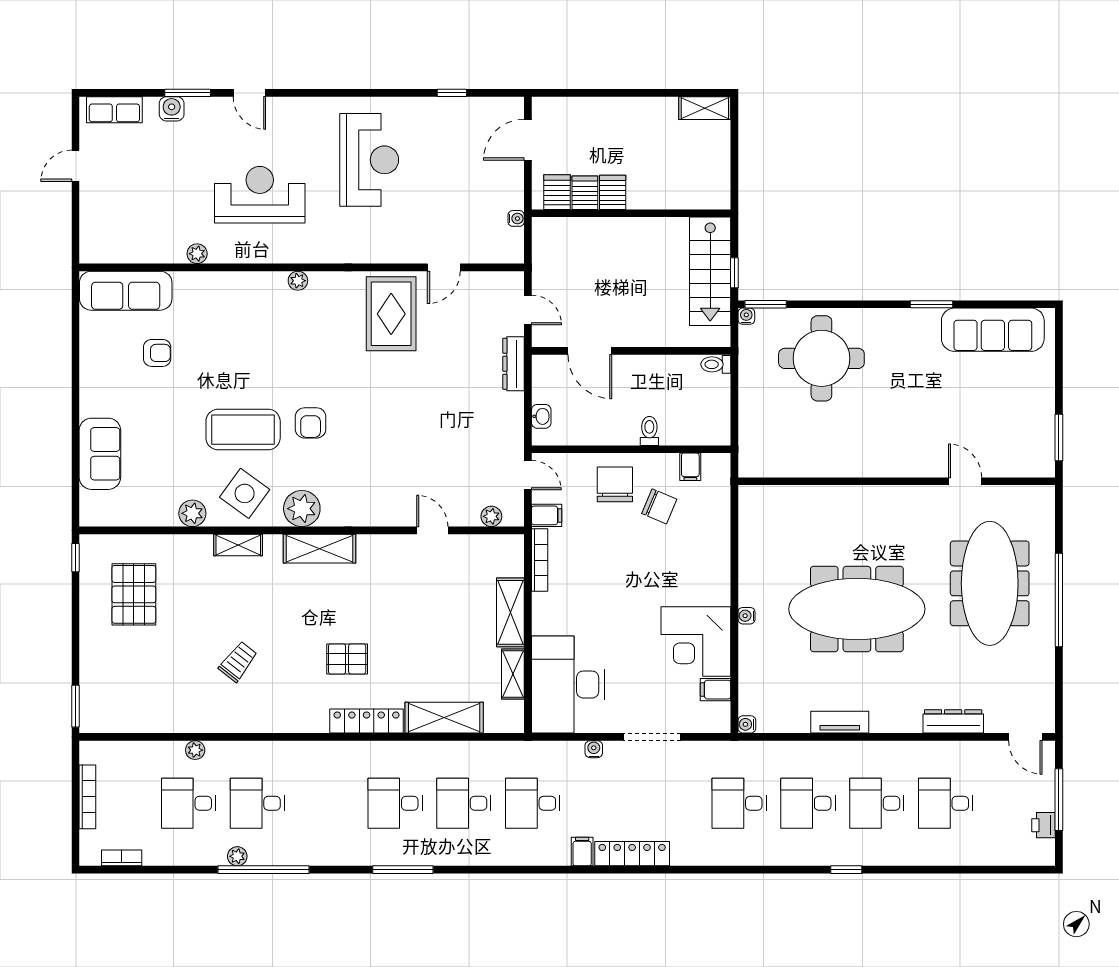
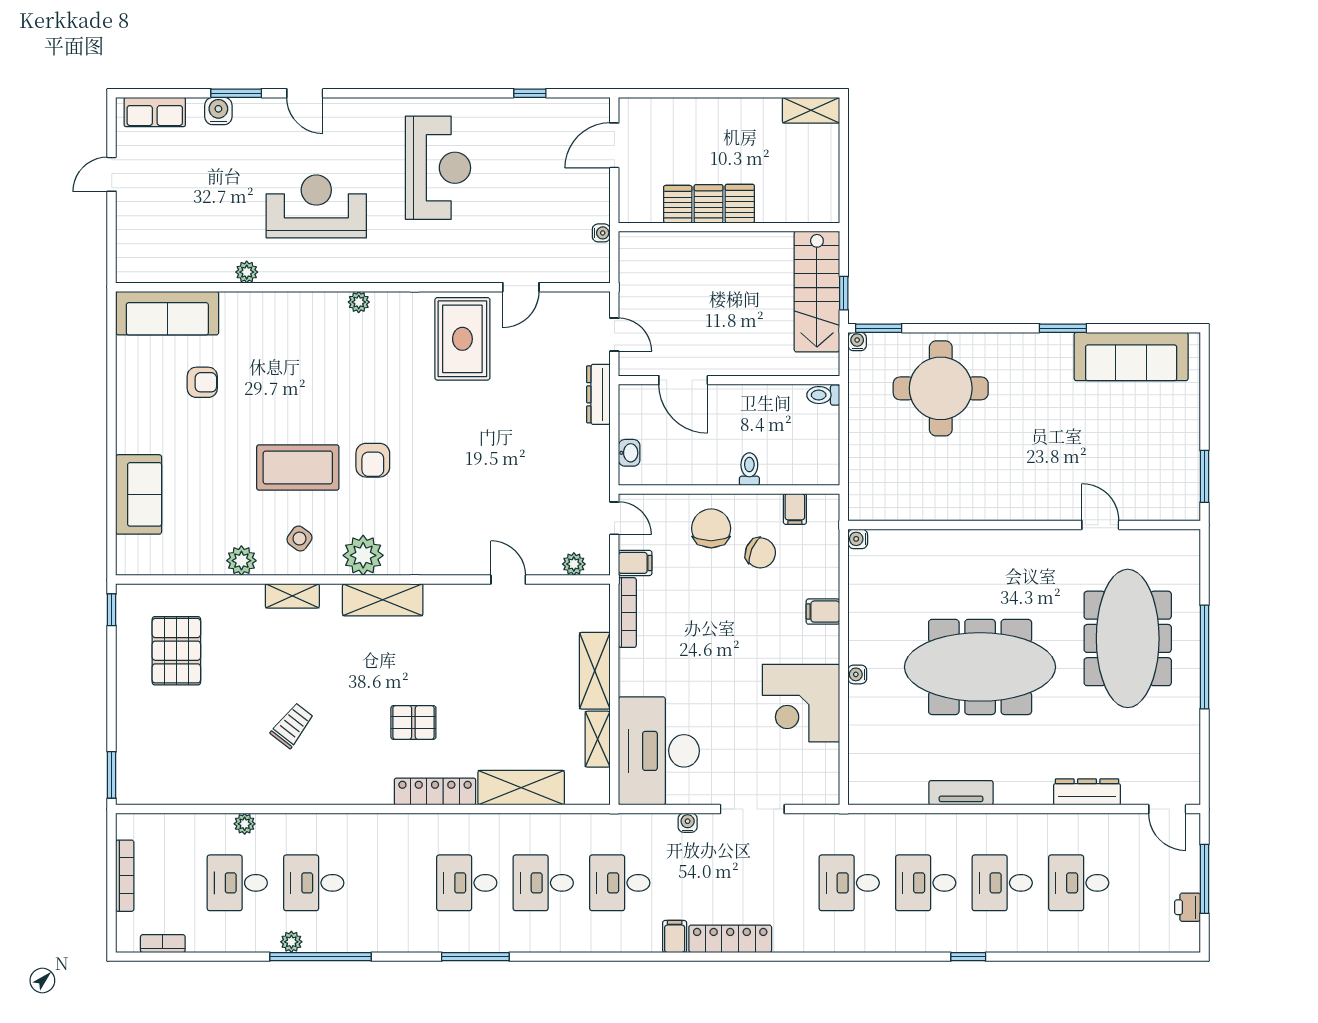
server rack: (557, 192) -> (740, 204), moved
side table: (245, 493) -> (299, 539), width x0.54, depth x0.54
filing cabinet: (716, 690) -> (823, 612), moved
water cooler: (747, 724) -> (858, 539), moved

